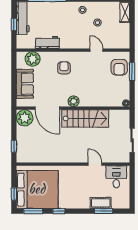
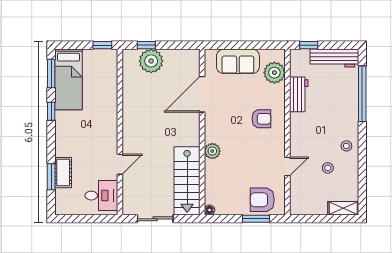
window: (14, 24) -> (309, 45), moved
plant: (74, 101) -> (212, 151), moved
plant: (25, 118) -> (151, 61), moved
stairs: (85, 118) -> (187, 181), moved
bed: (37, 189) -> (69, 79), width x0.49
window: (14, 194) -> (102, 45), moved

